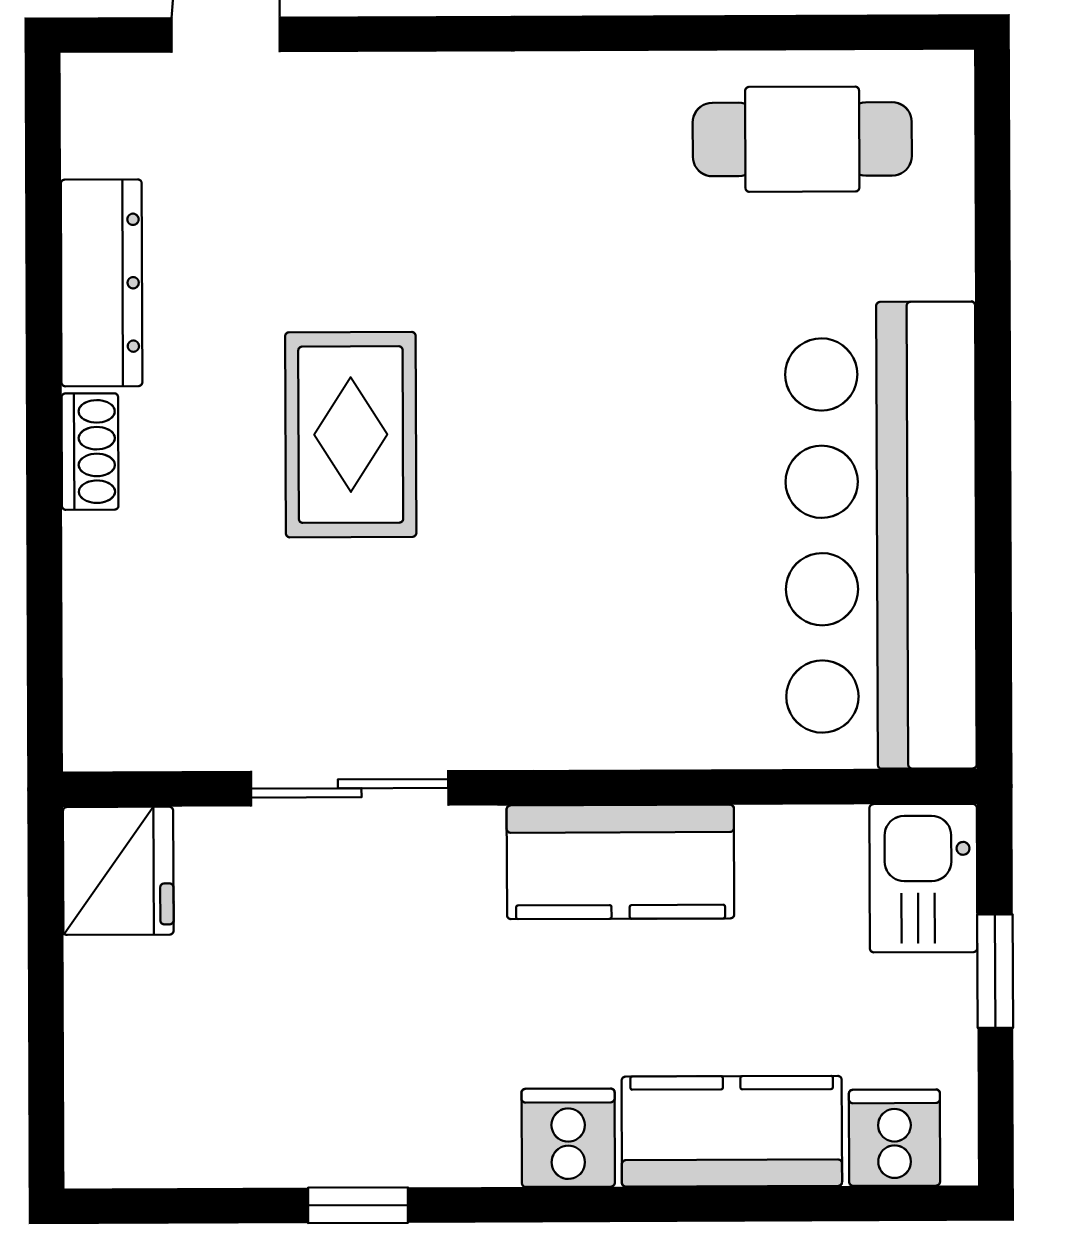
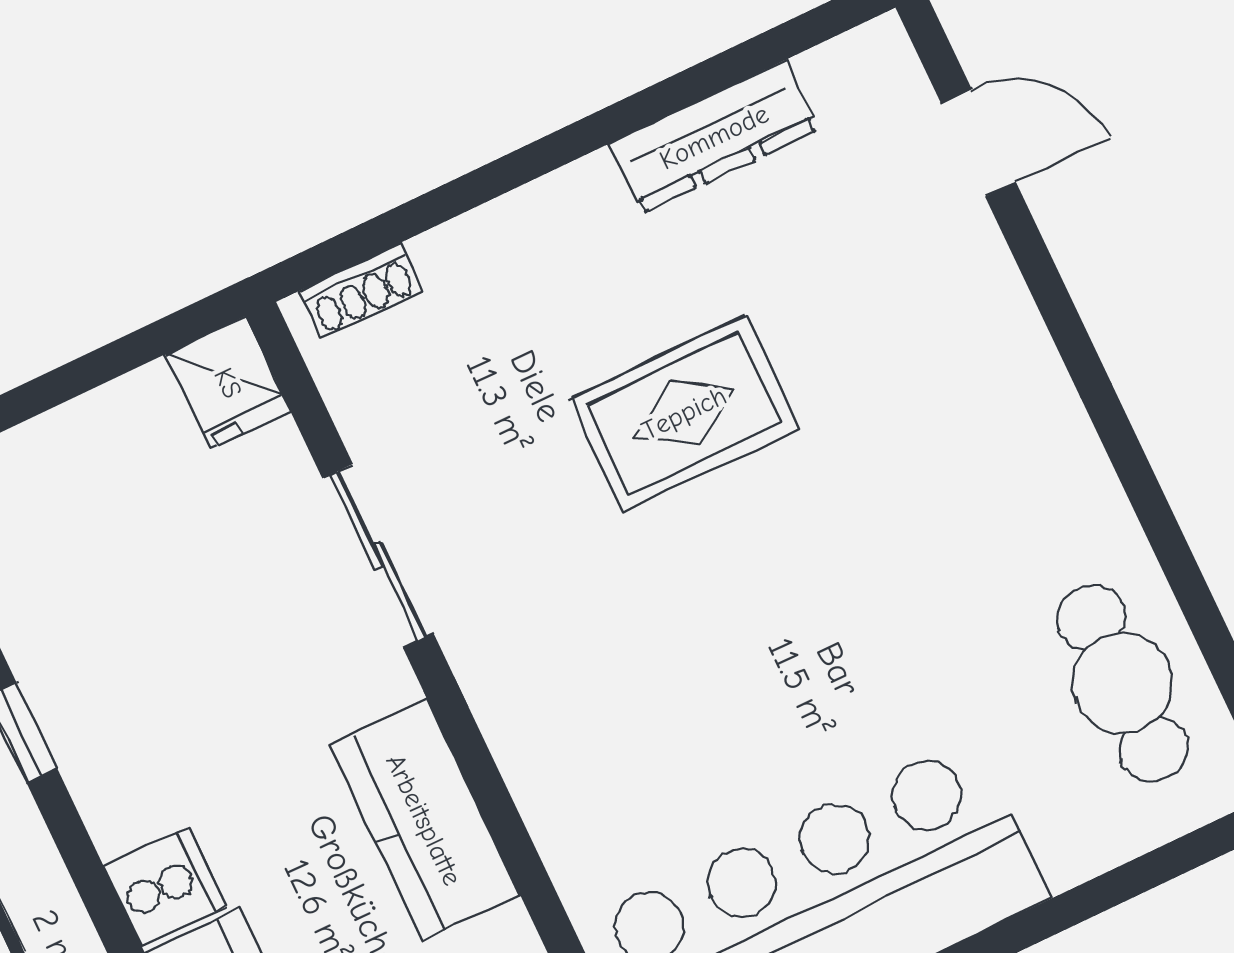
shoe rack: (90, 452) -> (361, 291), moved
fridge: (118, 871) -> (228, 383), width x0.72

